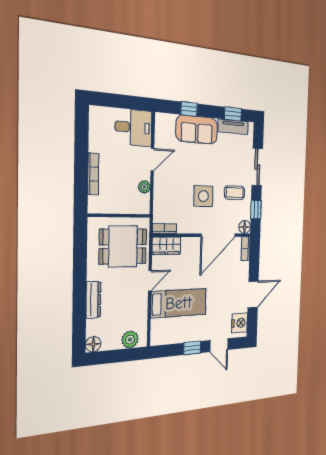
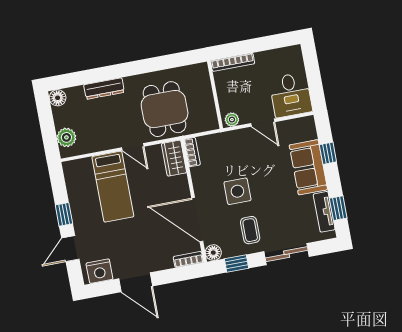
wall: (119, 216) -> (215, 95), moved

